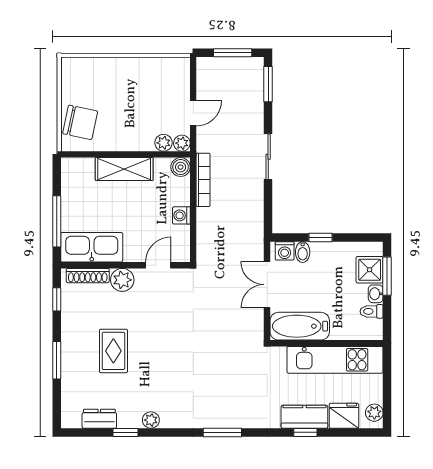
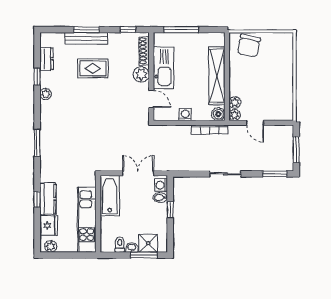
shelving: (124, 169) -> (217, 76), width x1.47
kitchen sink: (92, 247) -> (163, 68), moved
bench: (69, 361) -> (86, 38), added

